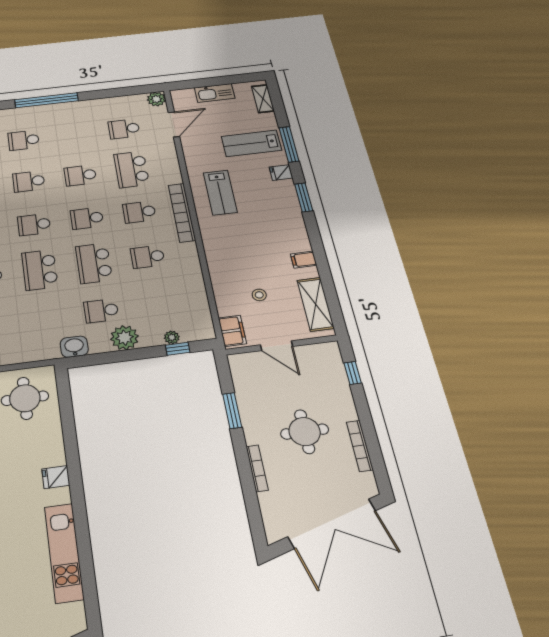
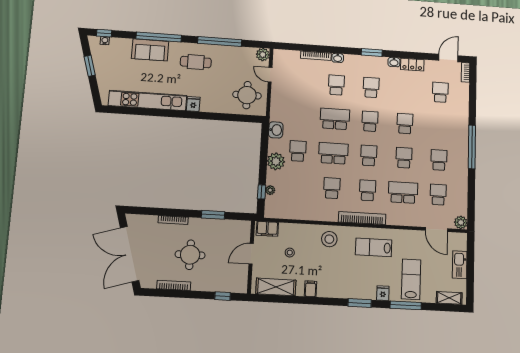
school desk: (24, 140) -> (439, 160), moved
stool: (224, 248) -> (329, 239), added
kitchen unit: (64, 553) -> (148, 101), width x1.36

